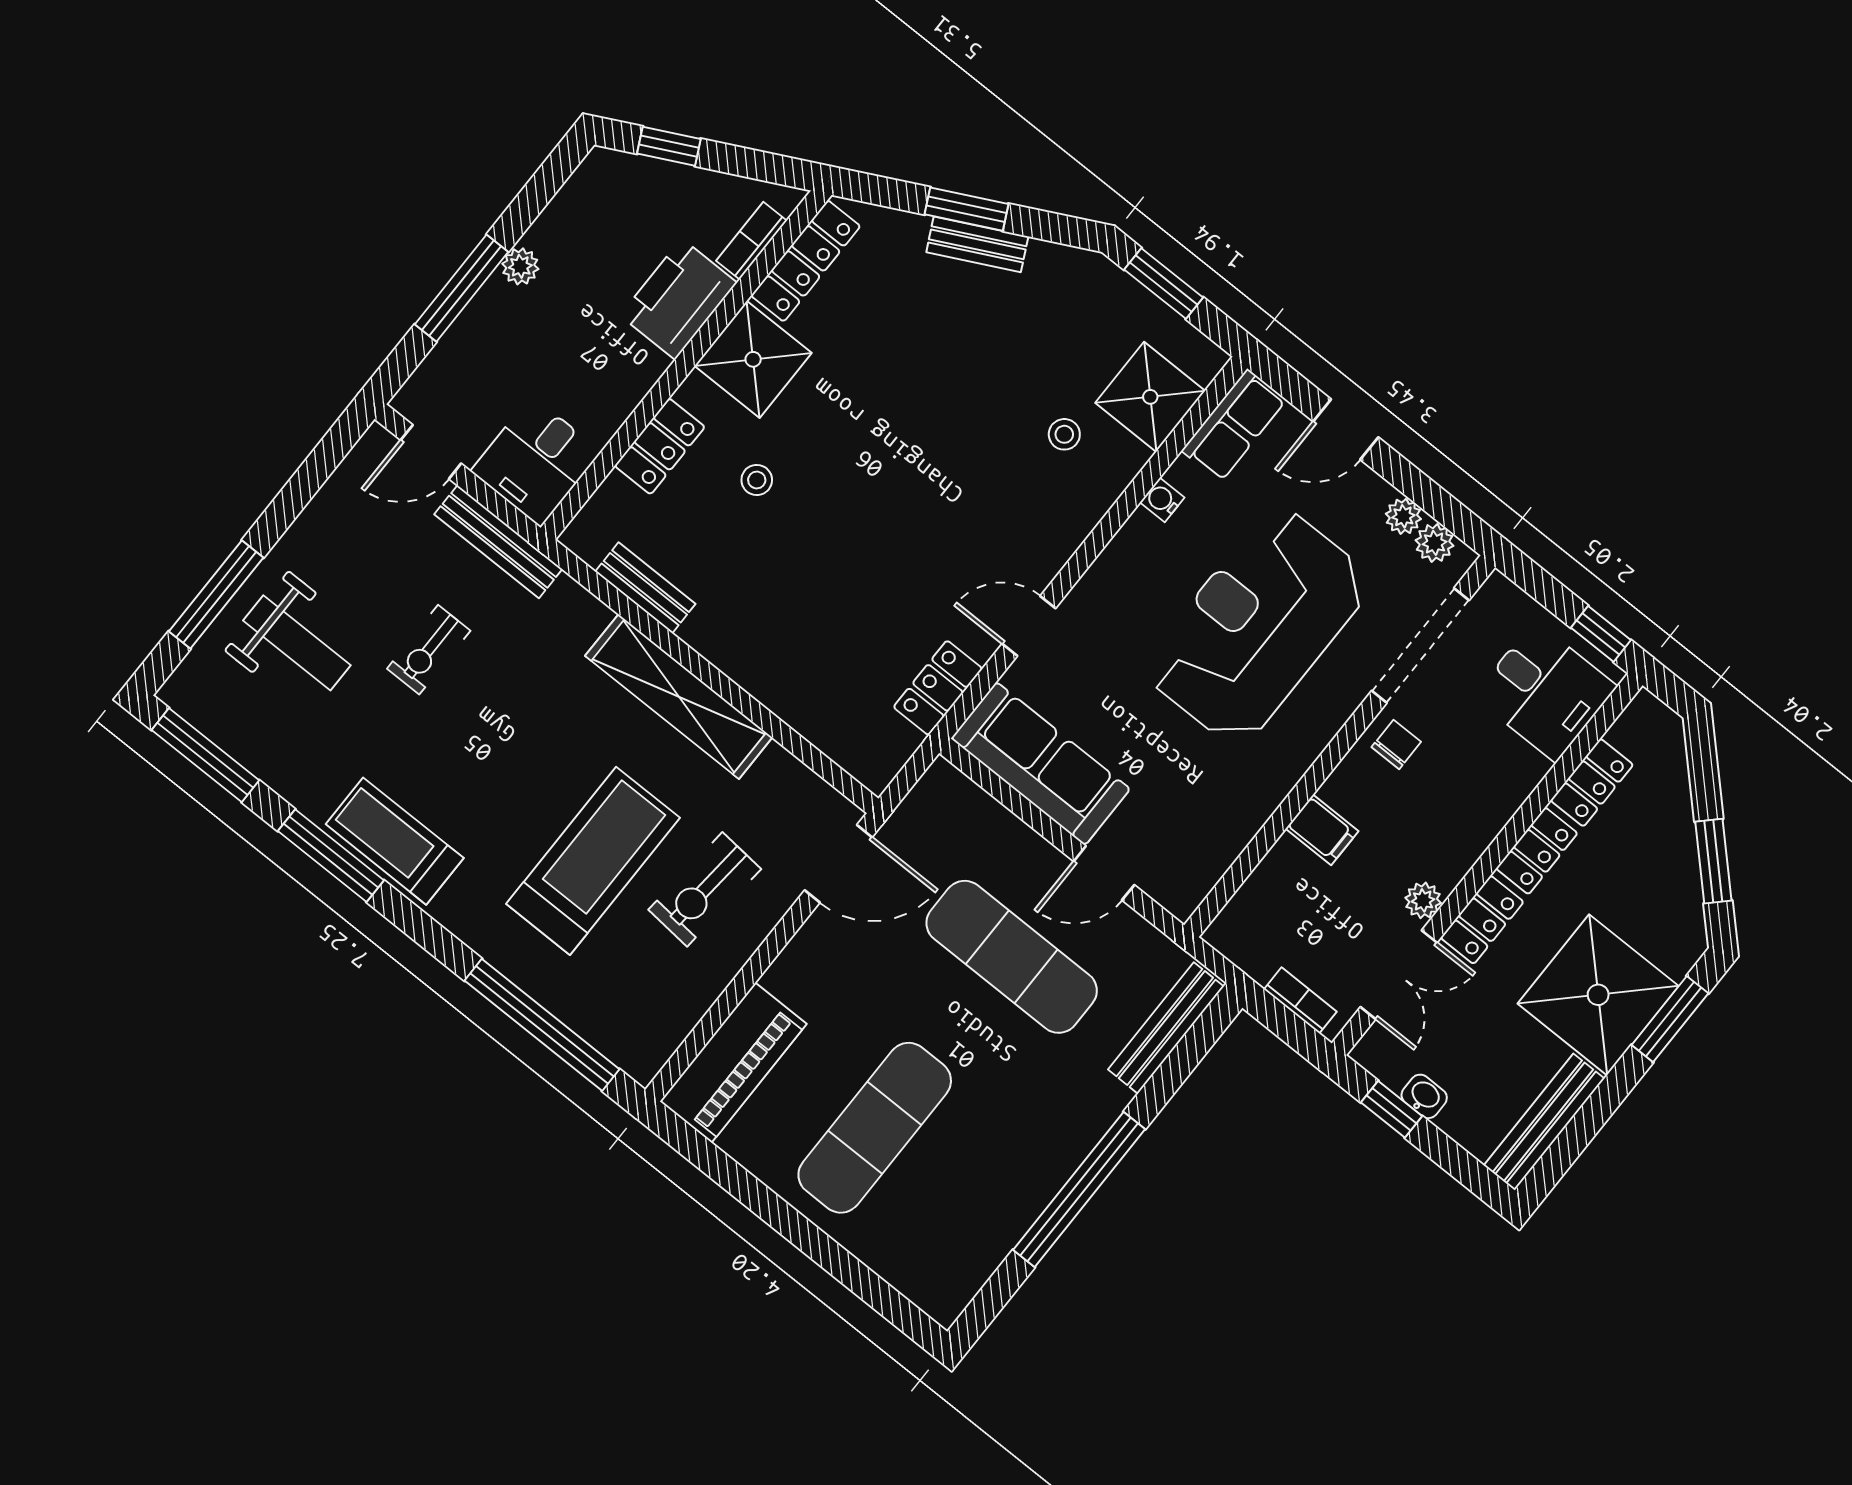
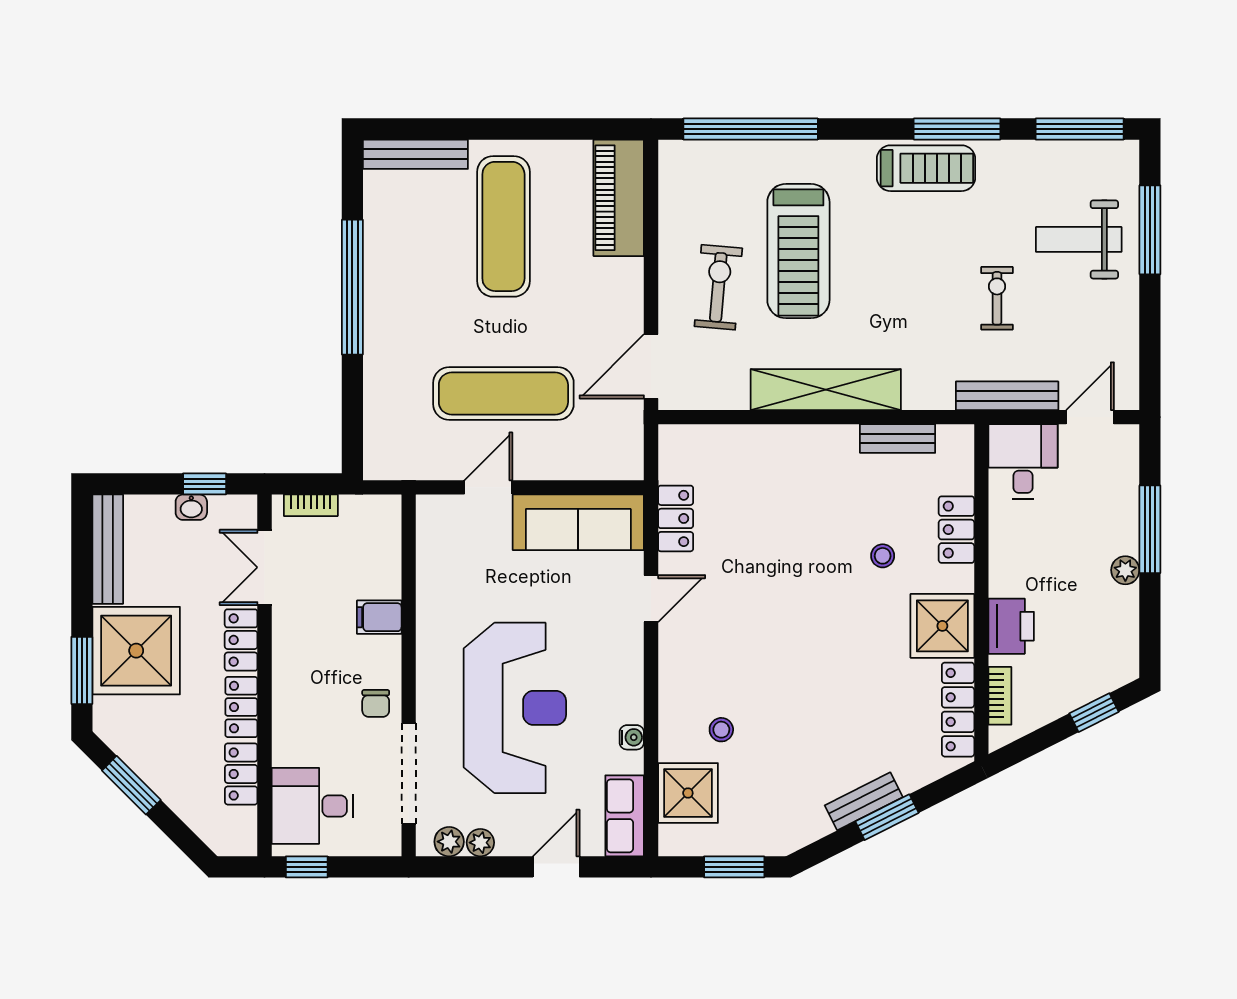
printer: (678, 299) -> (1011, 626), width x0.73, depth x0.84
plant: (1423, 900) -> (285, 623), removed
bench: (1166, 1028) -> (415, 154), moved, turned 90

